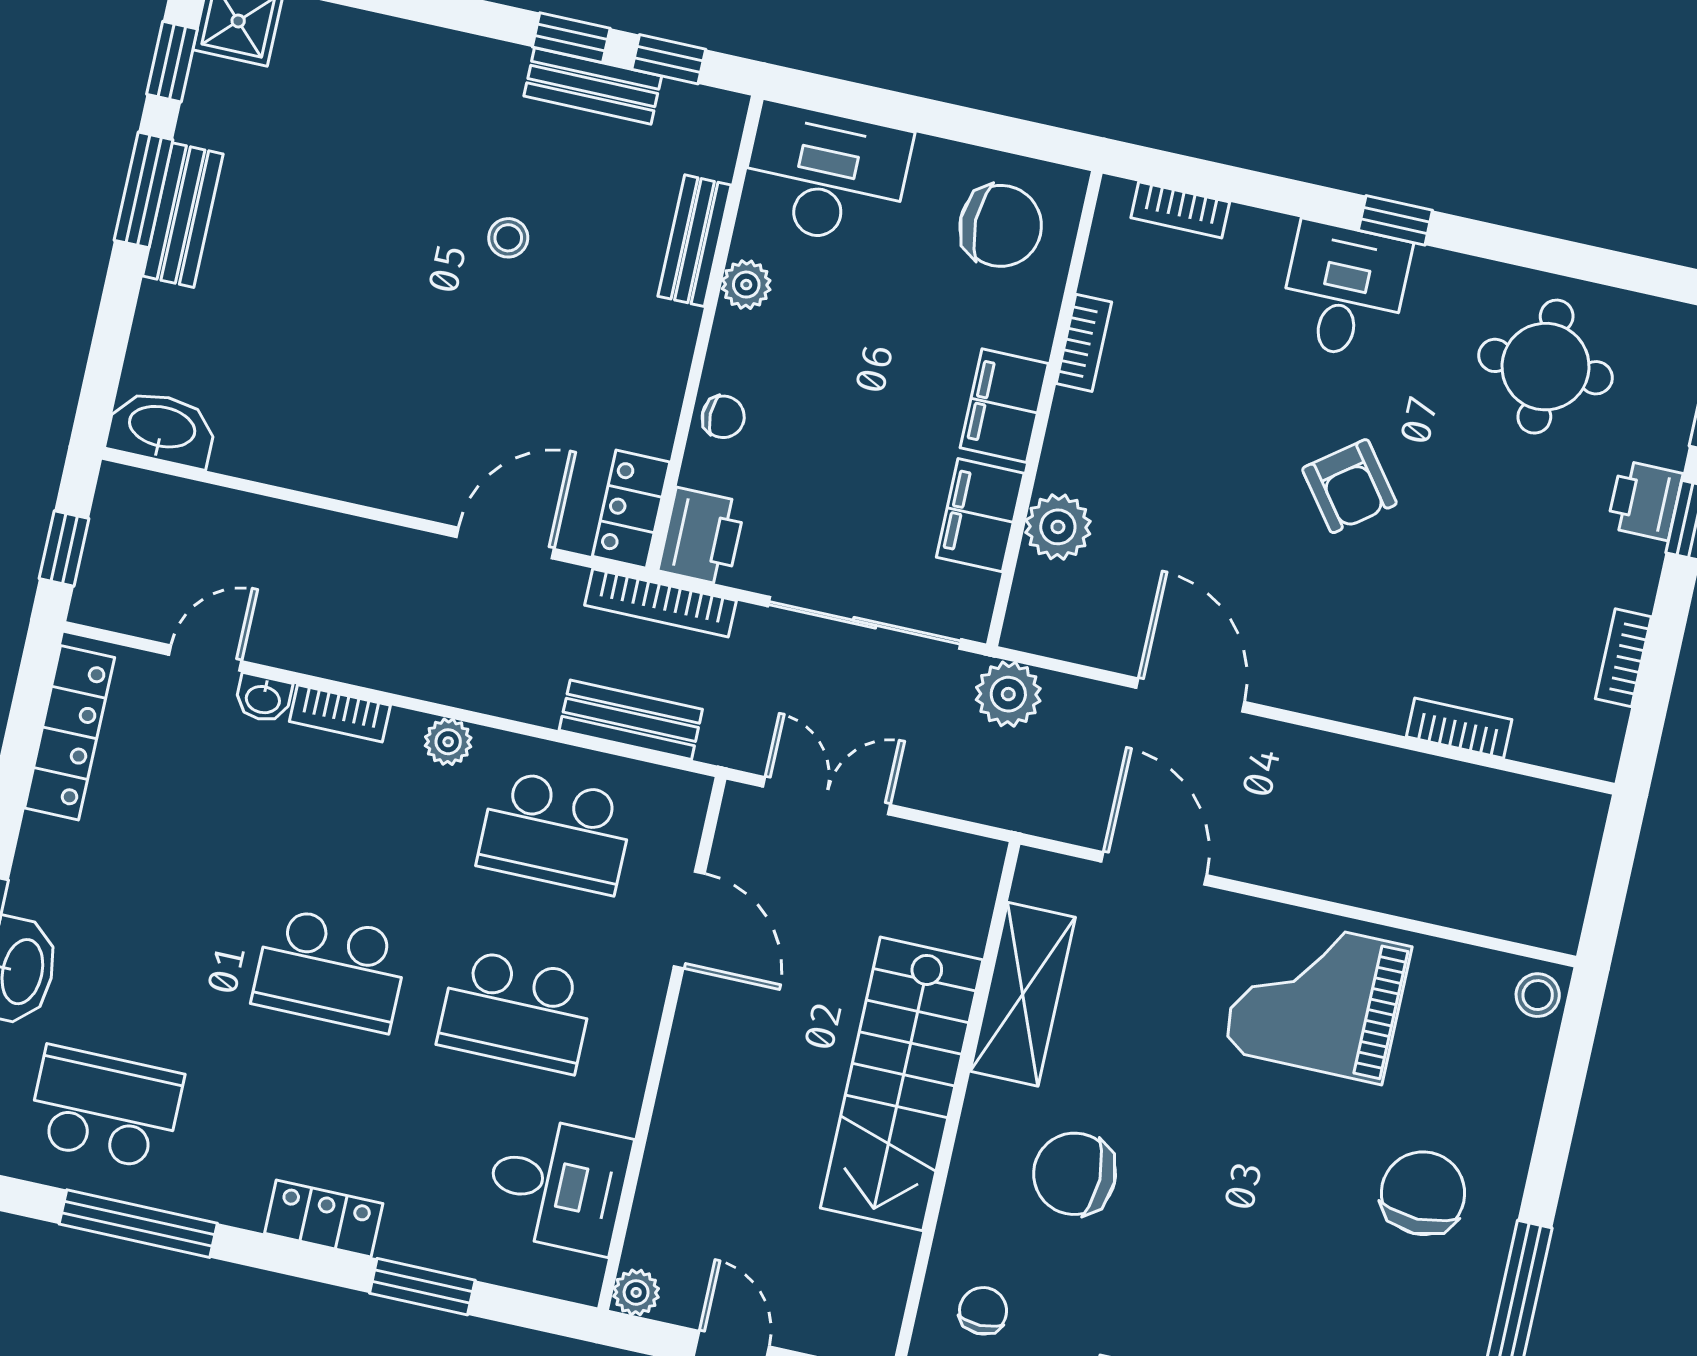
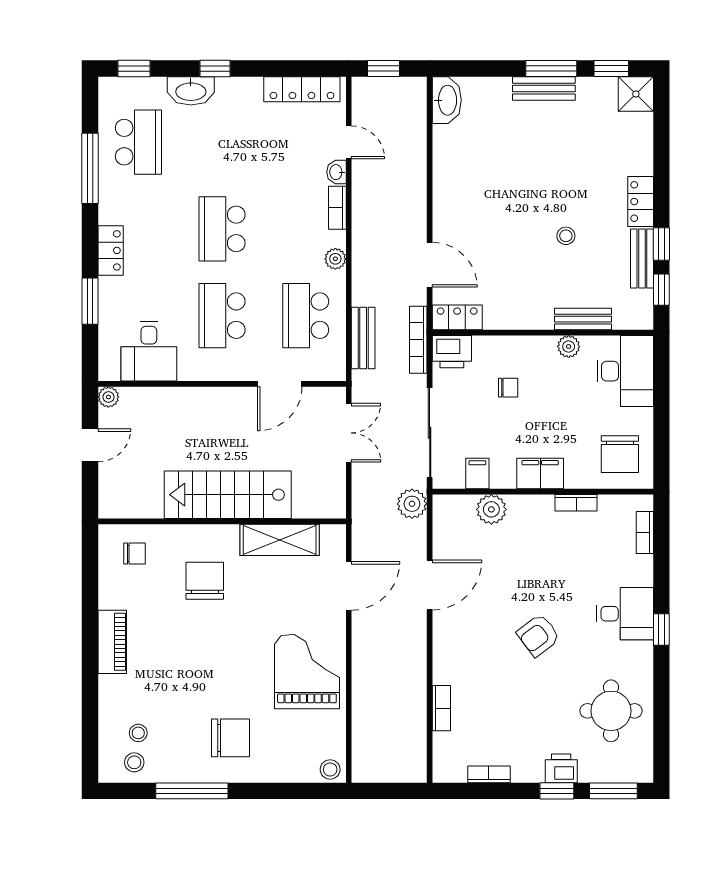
locker: (470, 62) -> (641, 202), added
chair: (723, 417) -> (508, 388), moved, turned -90
filing cabinet: (980, 515) -> (477, 474), width x0.50

